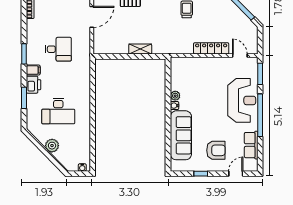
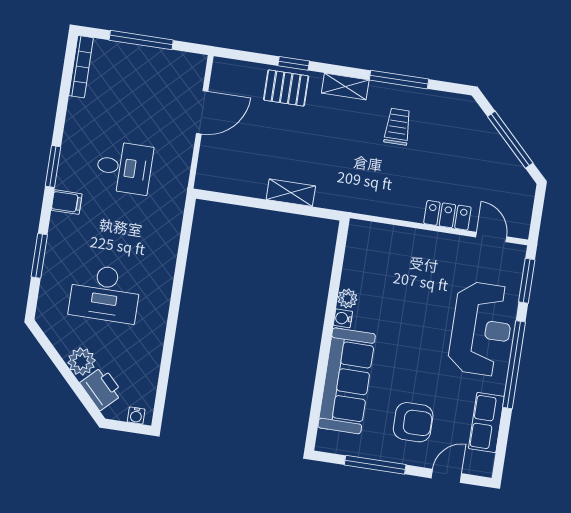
locker: (211, 48) -> (447, 215), width x0.66
printer: (33, 85) -> (101, 388), moved, turned -44
window: (201, 174) -> (375, 465), width x2.17

